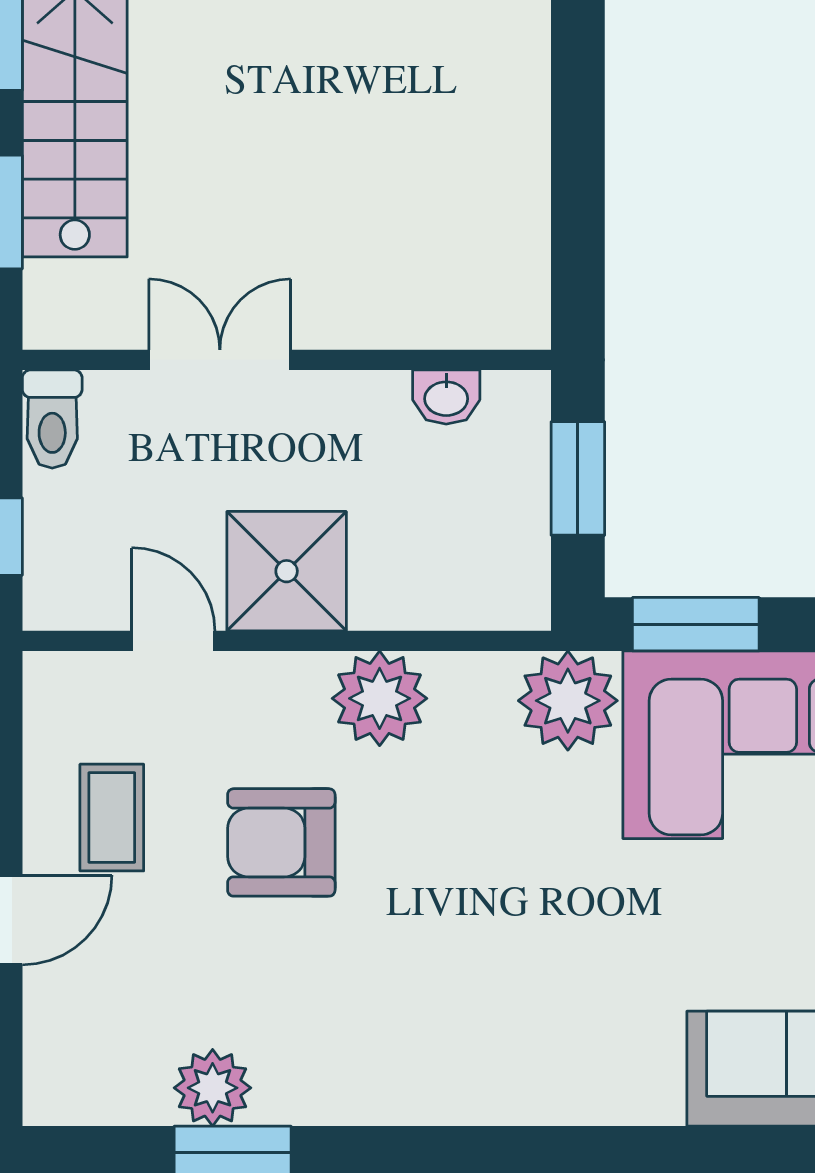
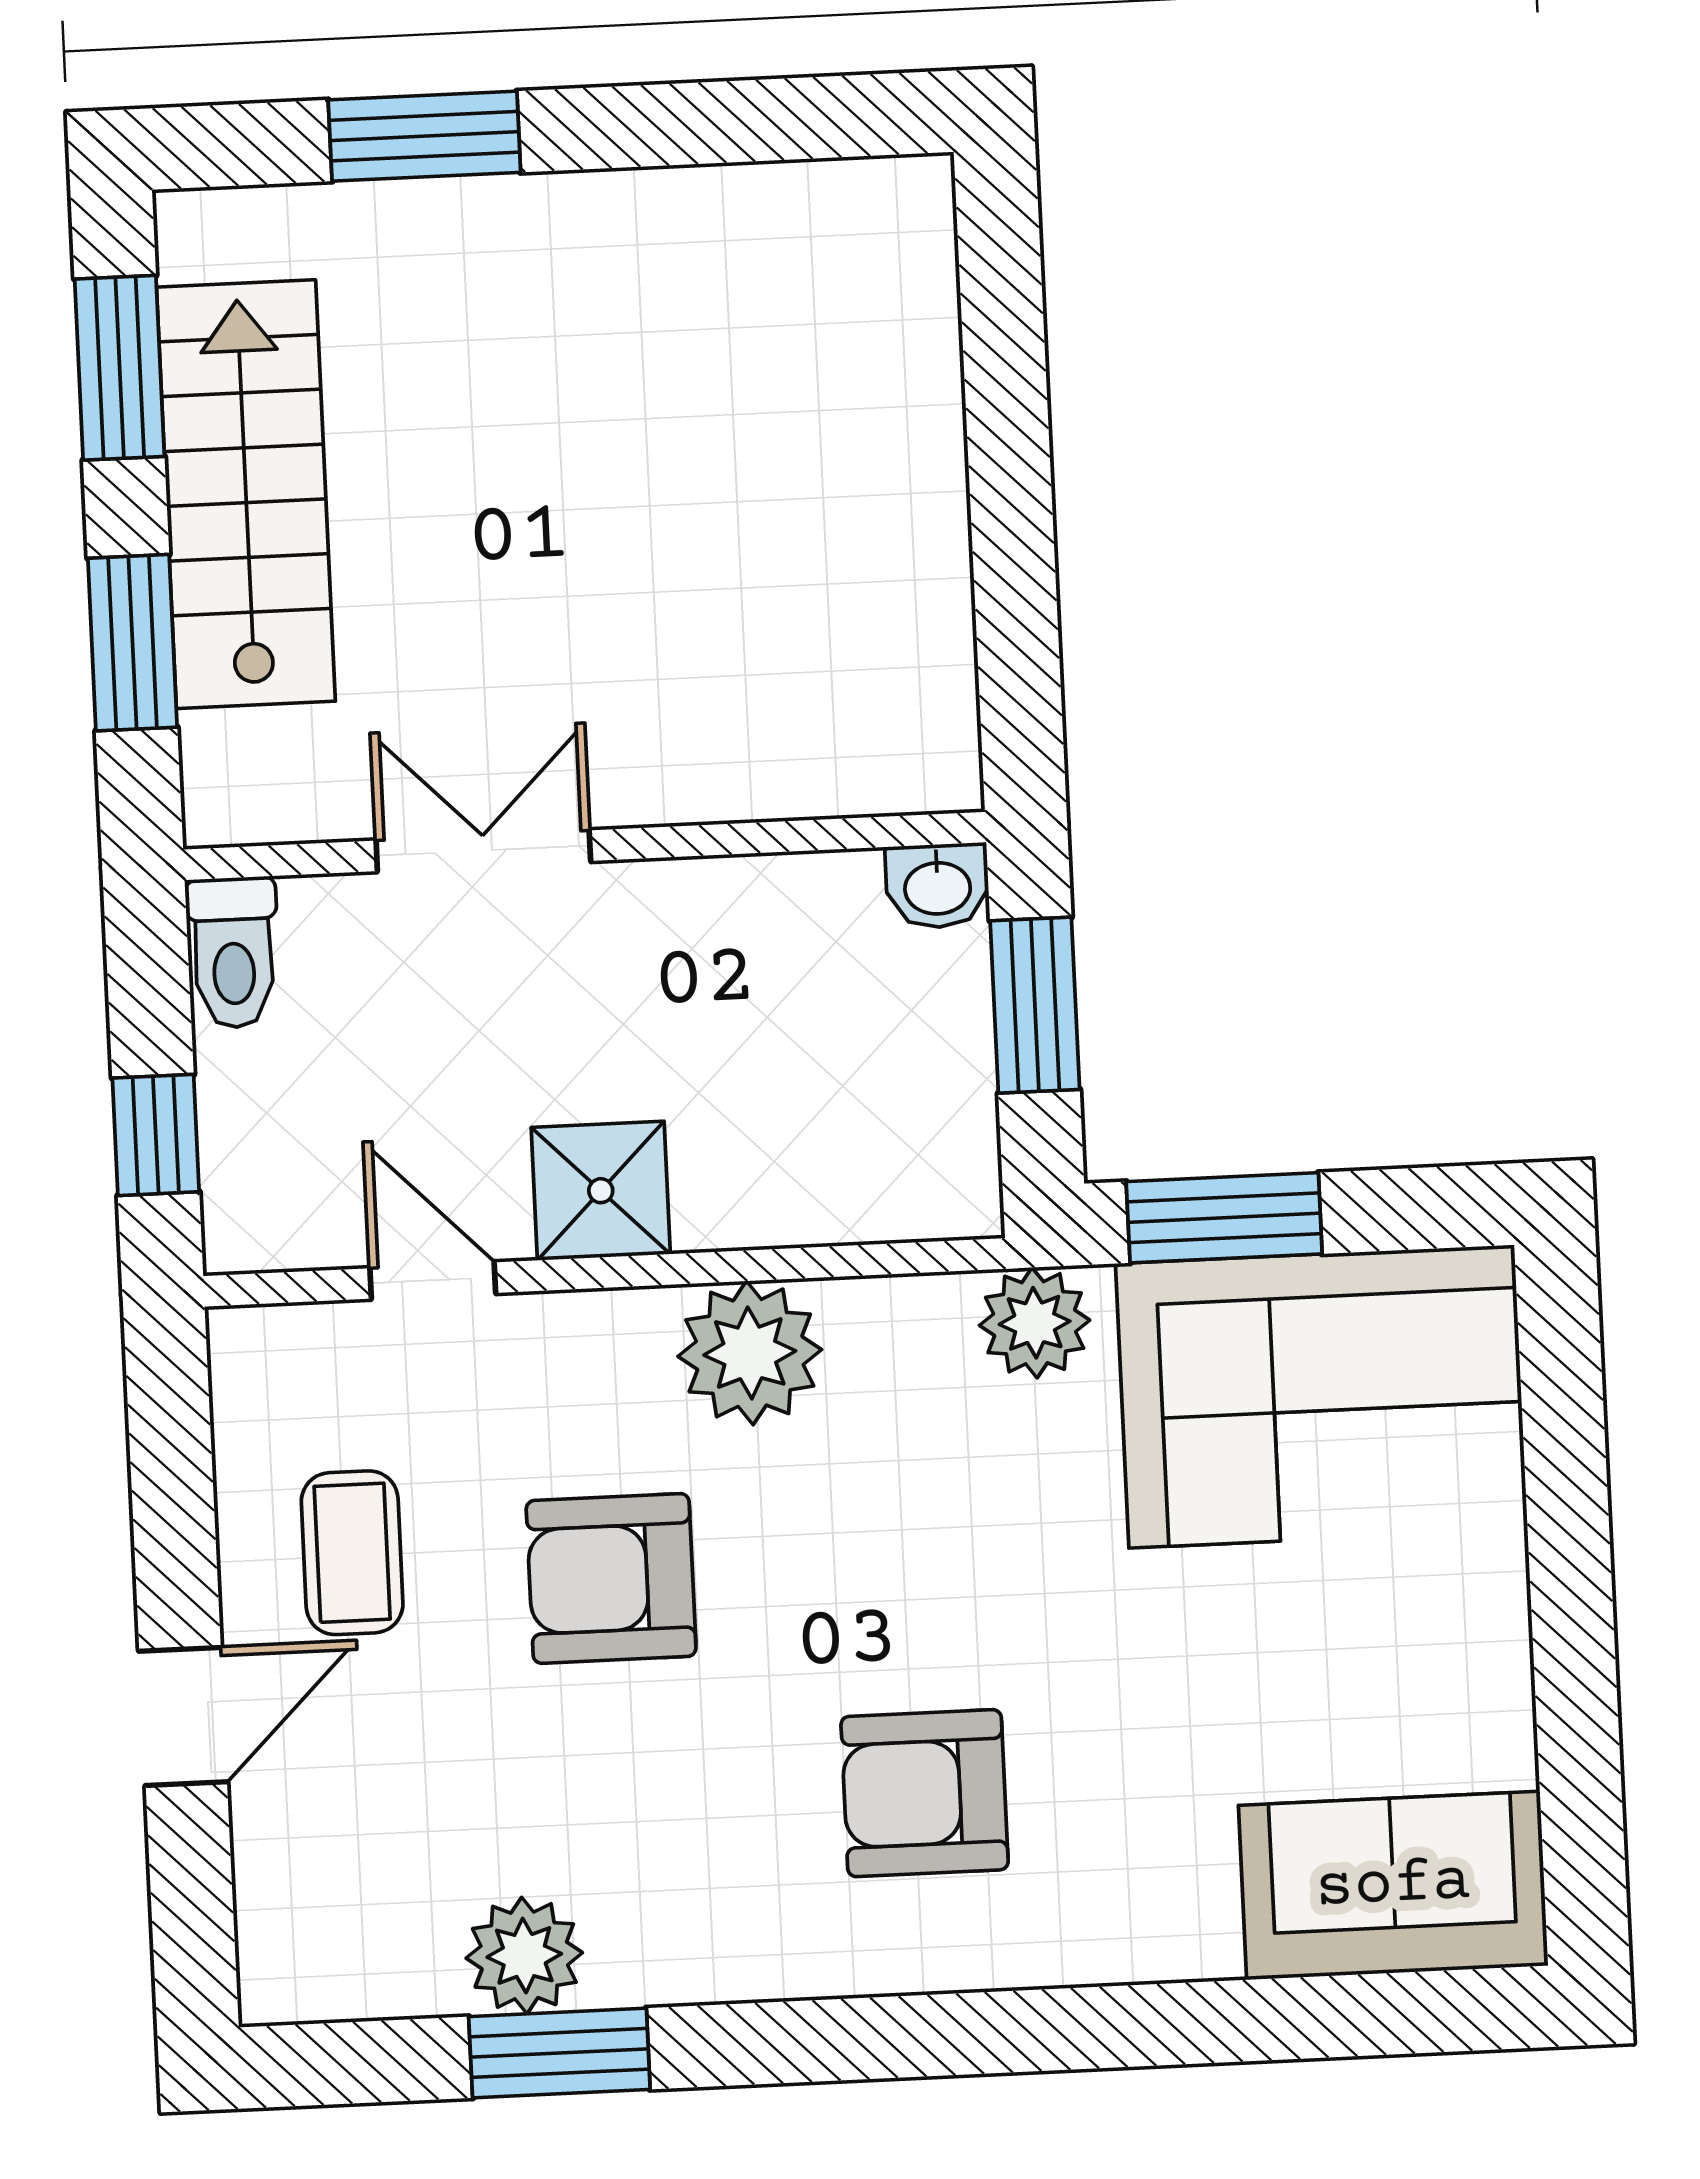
washbasin: (446, 397) -> (937, 886), moved
shower: (287, 571) -> (601, 1191), width x0.73, depth x0.73
plant: (568, 701) -> (1035, 1323), width x0.73, depth x0.73
armchair: (481, 993) -> (925, 1793), added

